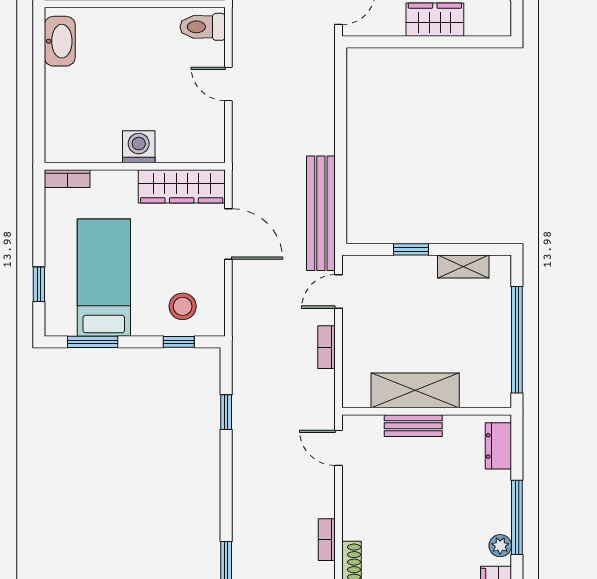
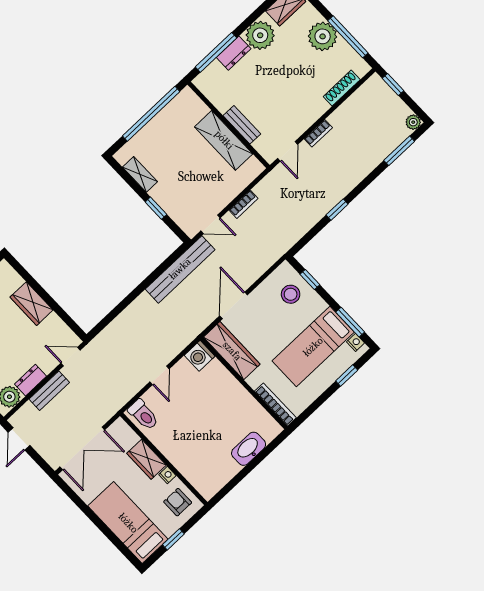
washbasin: (60, 41) -> (249, 449), moved
washing machine: (139, 147) -> (200, 356), moved
bookcase: (67, 179) -> (275, 404), width x1.56
nightstand: (65, 327) -> (356, 342), added
window: (226, 412) -> (337, 210), moved
dresser: (498, 446) -> (234, 53), moved
window: (517, 517) -> (216, 52), moved
bookcase: (327, 540) -> (318, 133), moved
plant: (500, 546) -> (260, 35), width x1.88, depth x1.88

